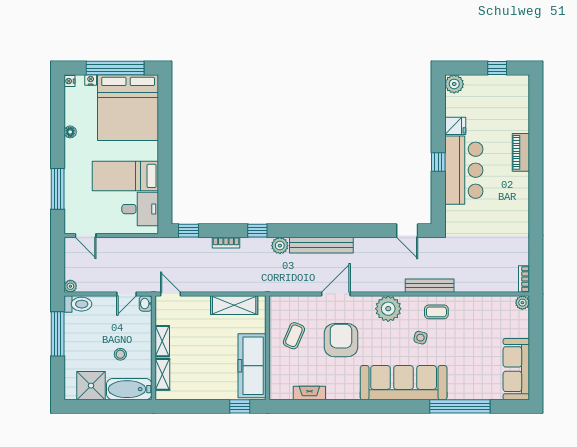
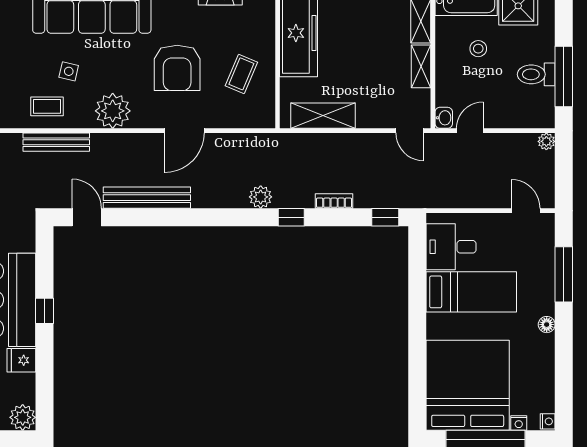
floor lamp: (70, 132) -> (547, 325), moved
bench: (321, 245) -> (147, 198), moved
toilet: (78, 304) -> (536, 74), moved

